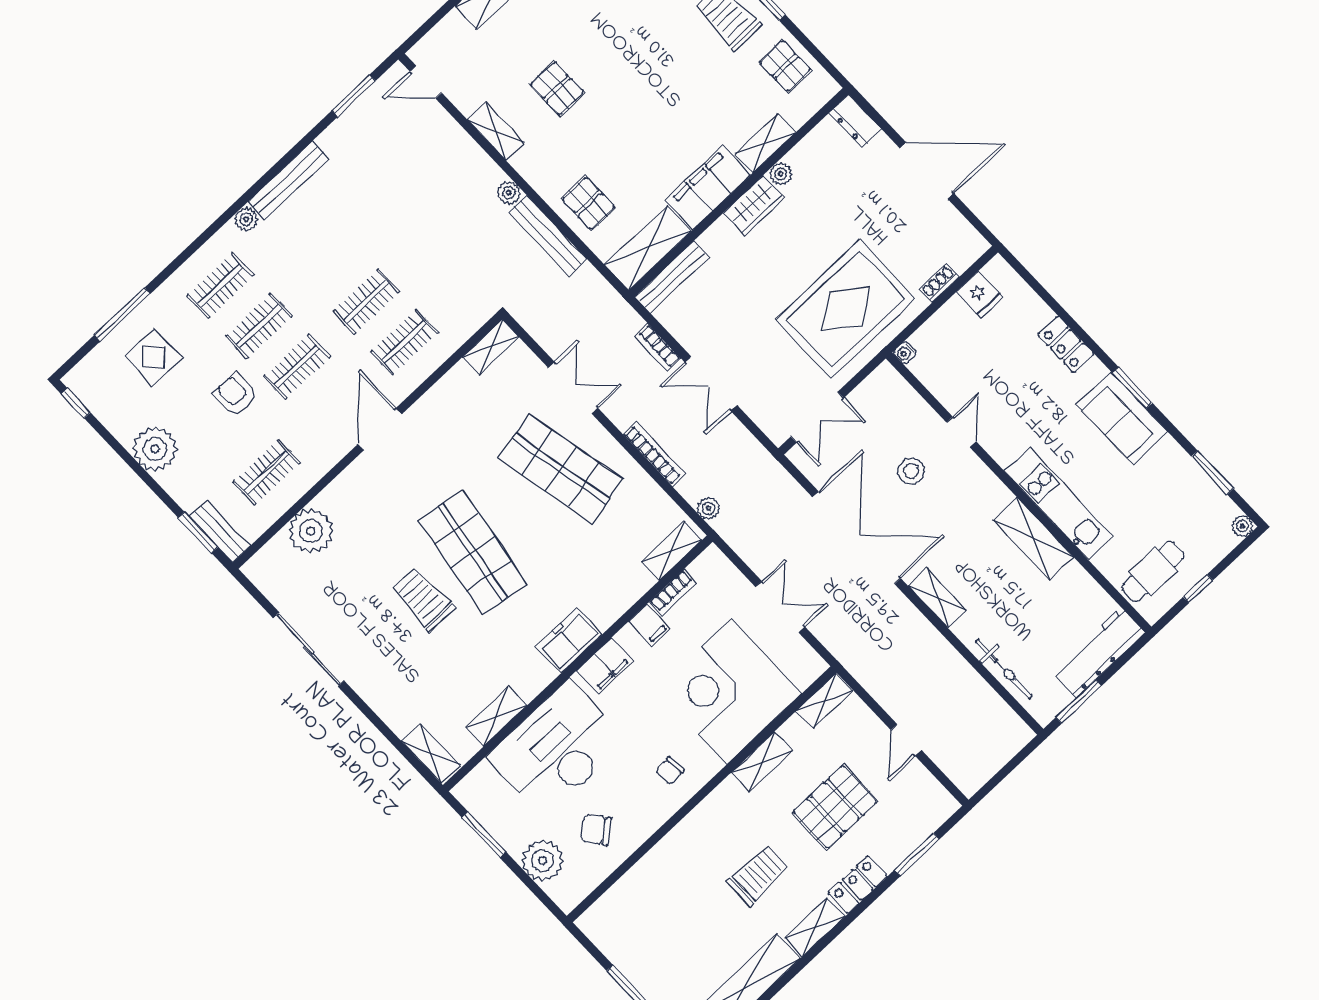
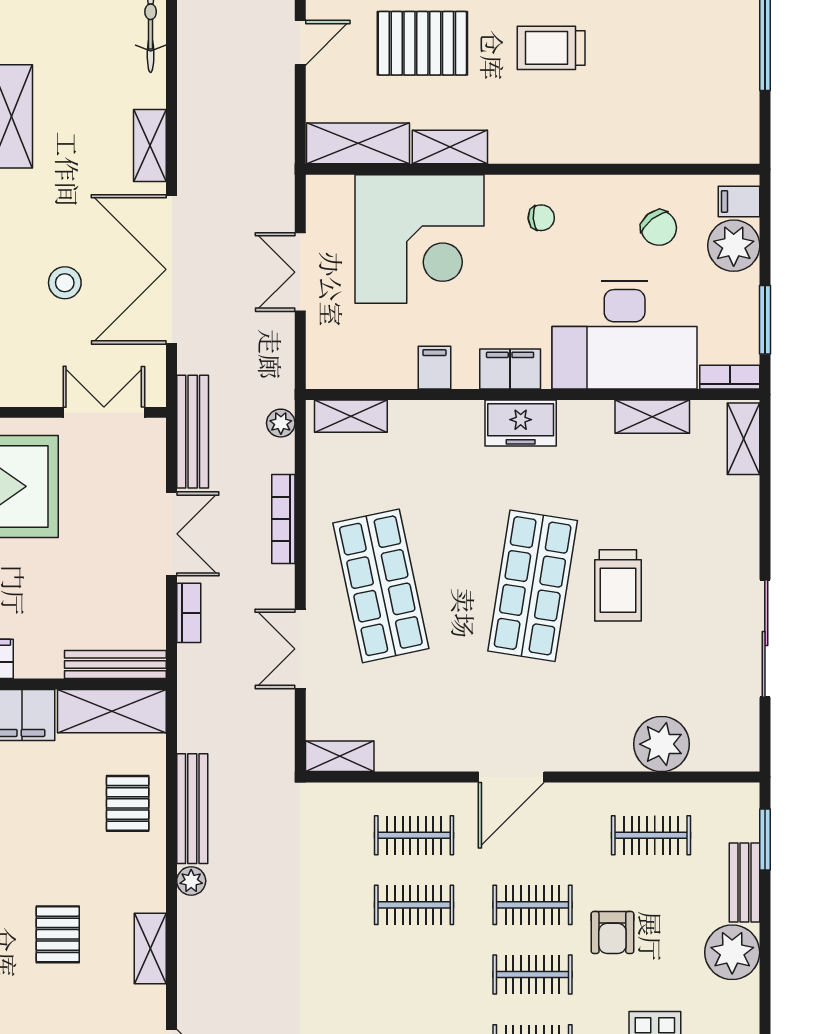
bench: (755, 455) -> (193, 432), added
bench: (220, 531) -> (744, 882), moved
bookcase: (673, 593) -> (730, 377), moved
shelving: (824, 701) -> (358, 143), width x1.50, depth x1.33
filing cabinet: (564, 889) -> (739, 201), added

